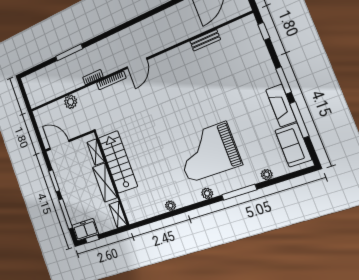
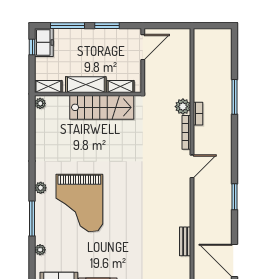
window: (149, 14) -> (235, 197), added
door: (137, 63) -> (192, 166), swing flipped
plant: (71, 102) -> (183, 107), moved
grand piano: (207, 152) -> (79, 203), turned 180
plant: (170, 206) -> (40, 103), moved

